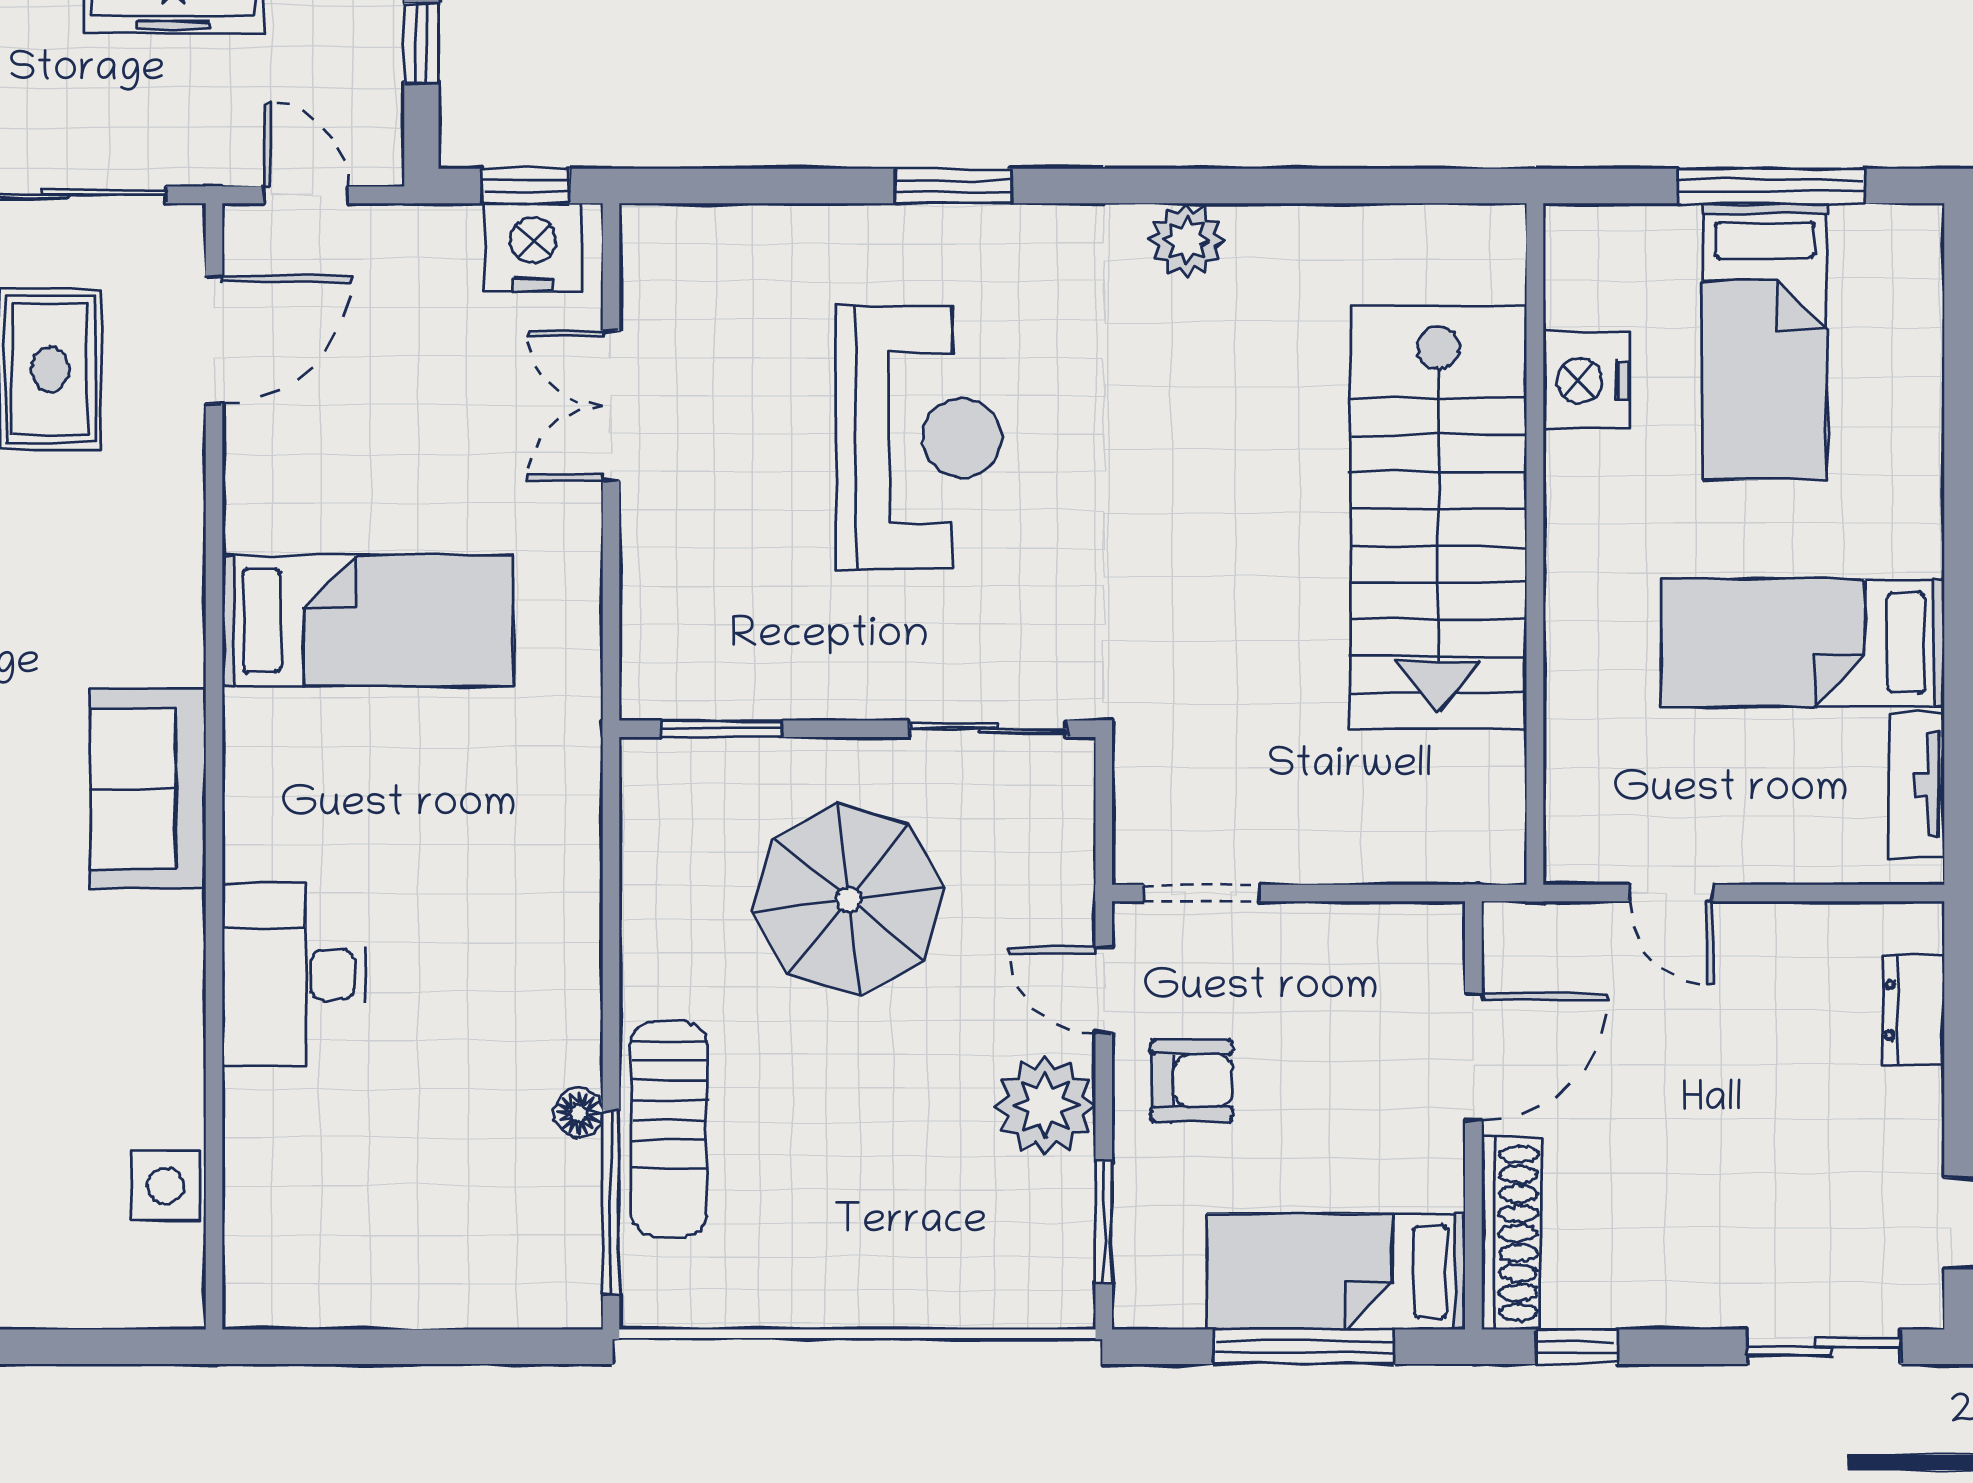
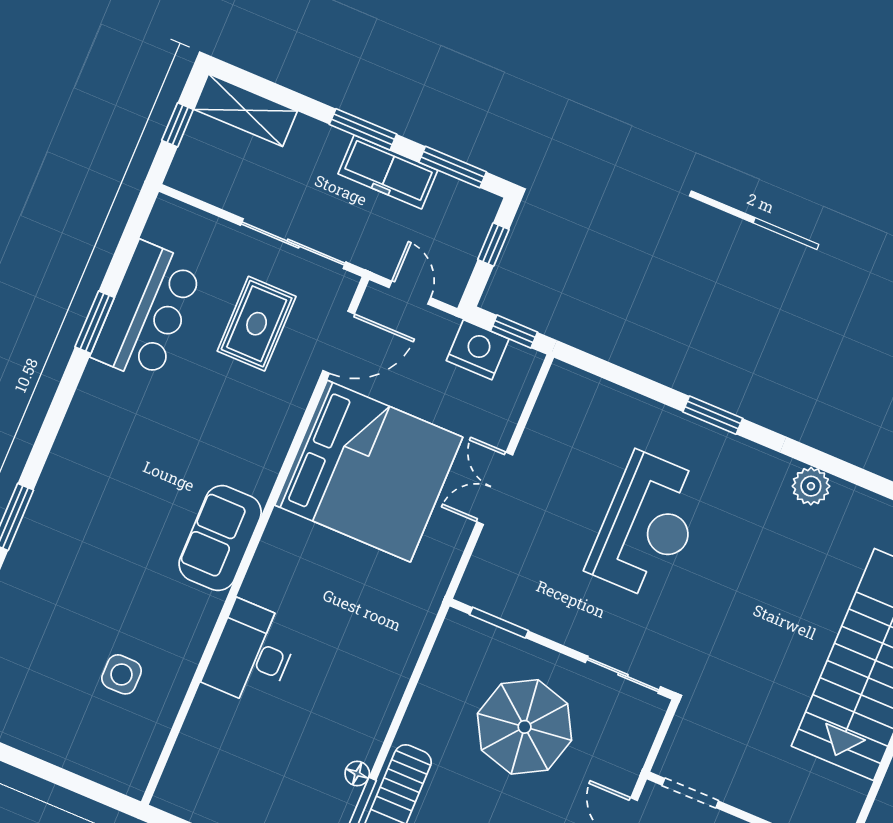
nightstand: (533, 247) -> (478, 350), moved
double door: (611, 406) -> (495, 488), moved
bed: (368, 621) -> (369, 471), width x2.04
side table: (165, 1186) -> (122, 674), moved

